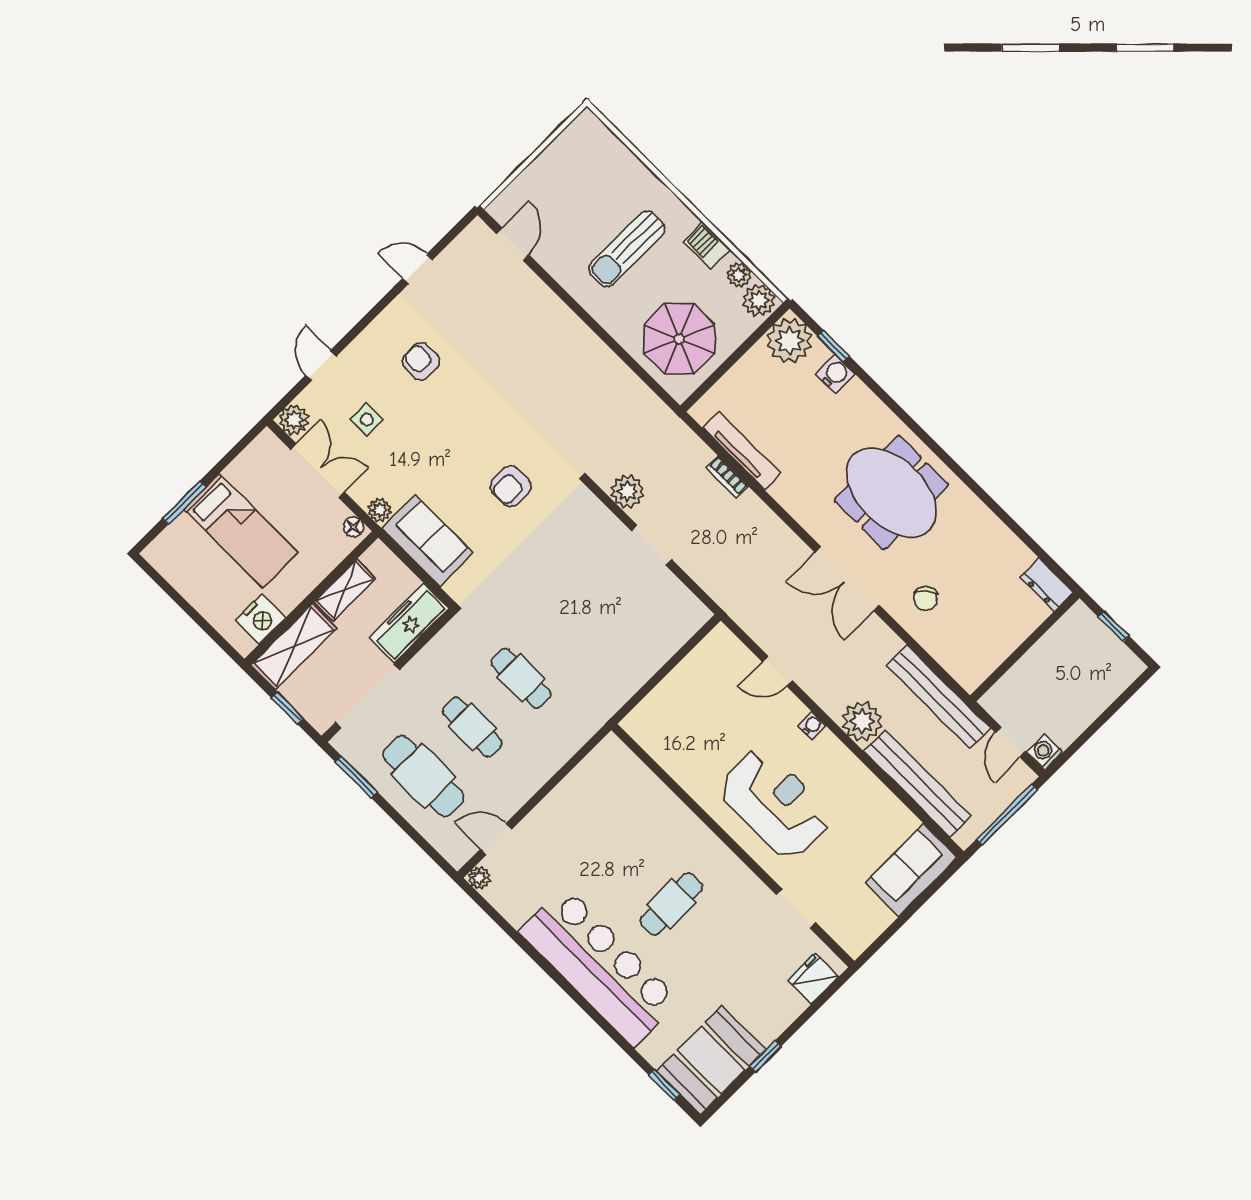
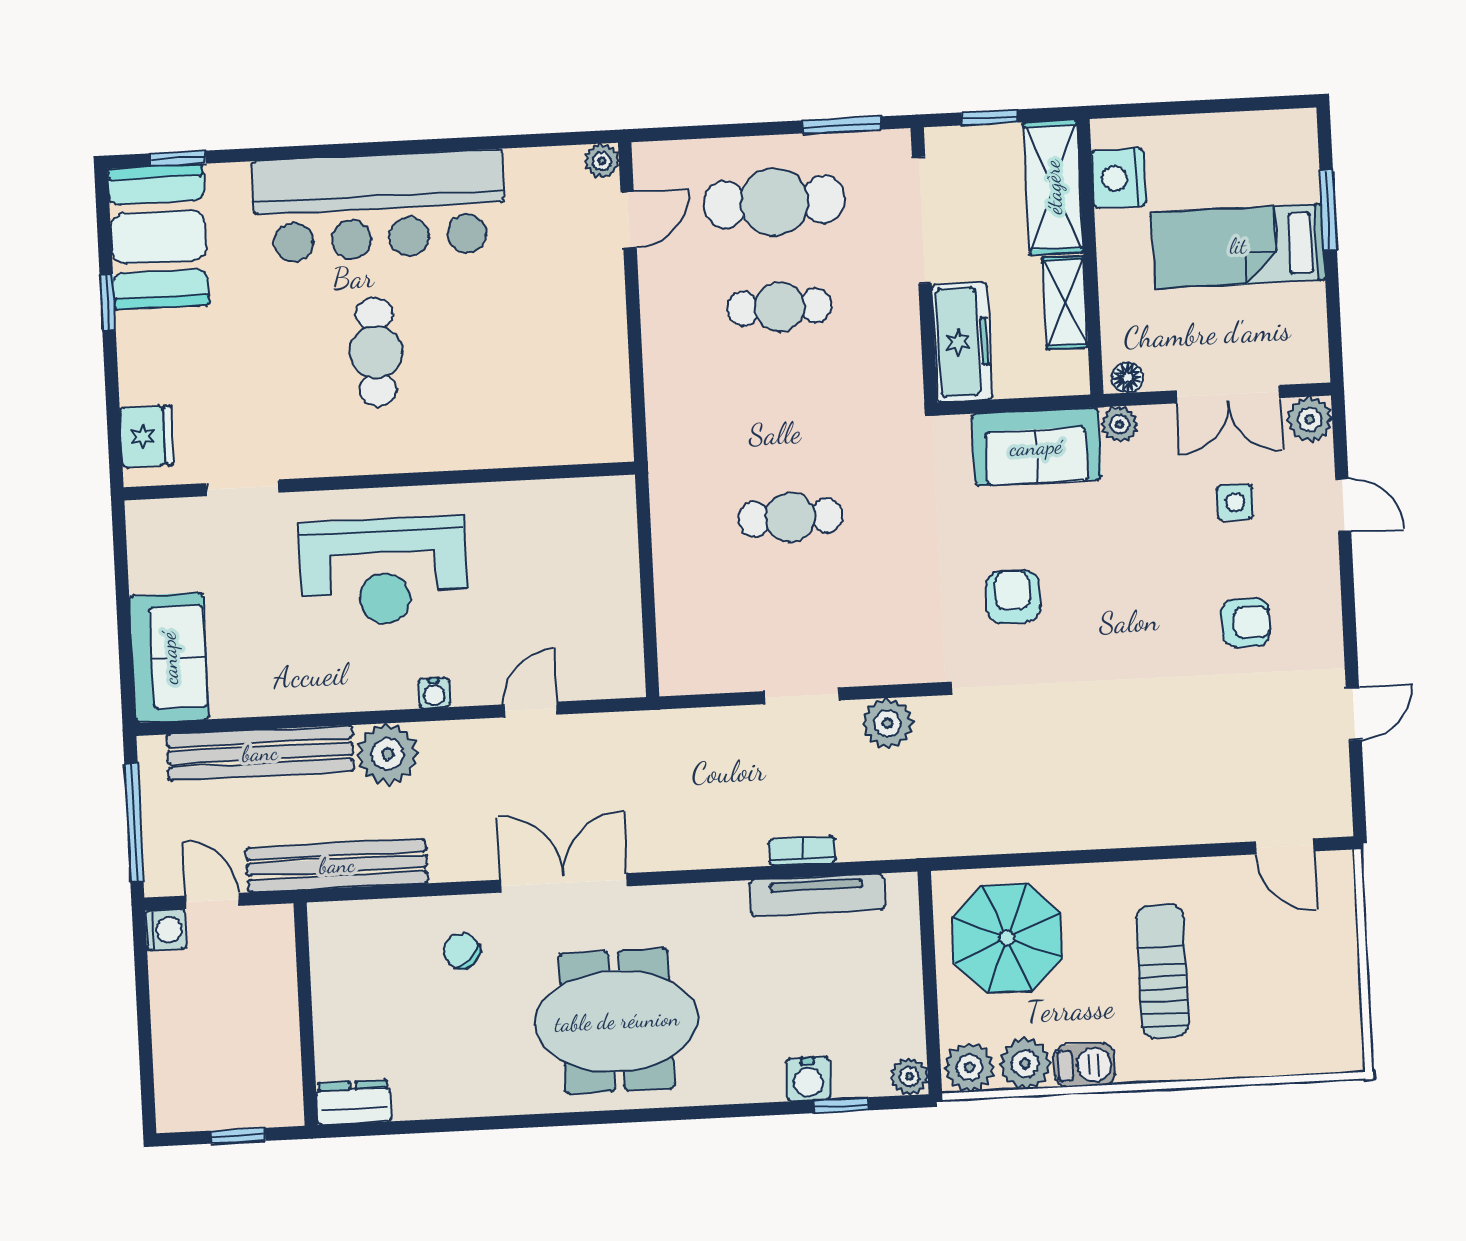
plant: (739, 275) -> (1025, 1064), width x1.38, depth x1.38
plant: (790, 341) -> (909, 1077), width x0.53, depth x0.53
cafe table: (521, 678) -> (790, 517), moved

